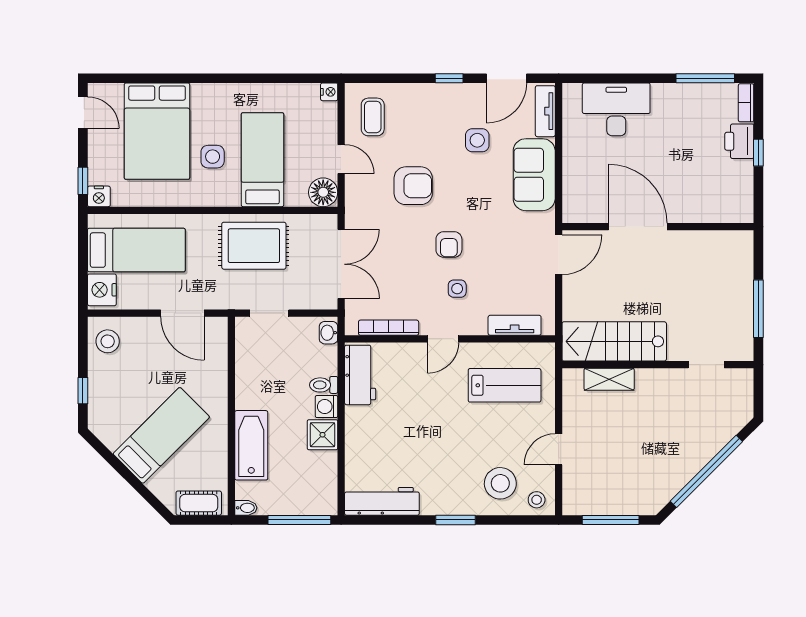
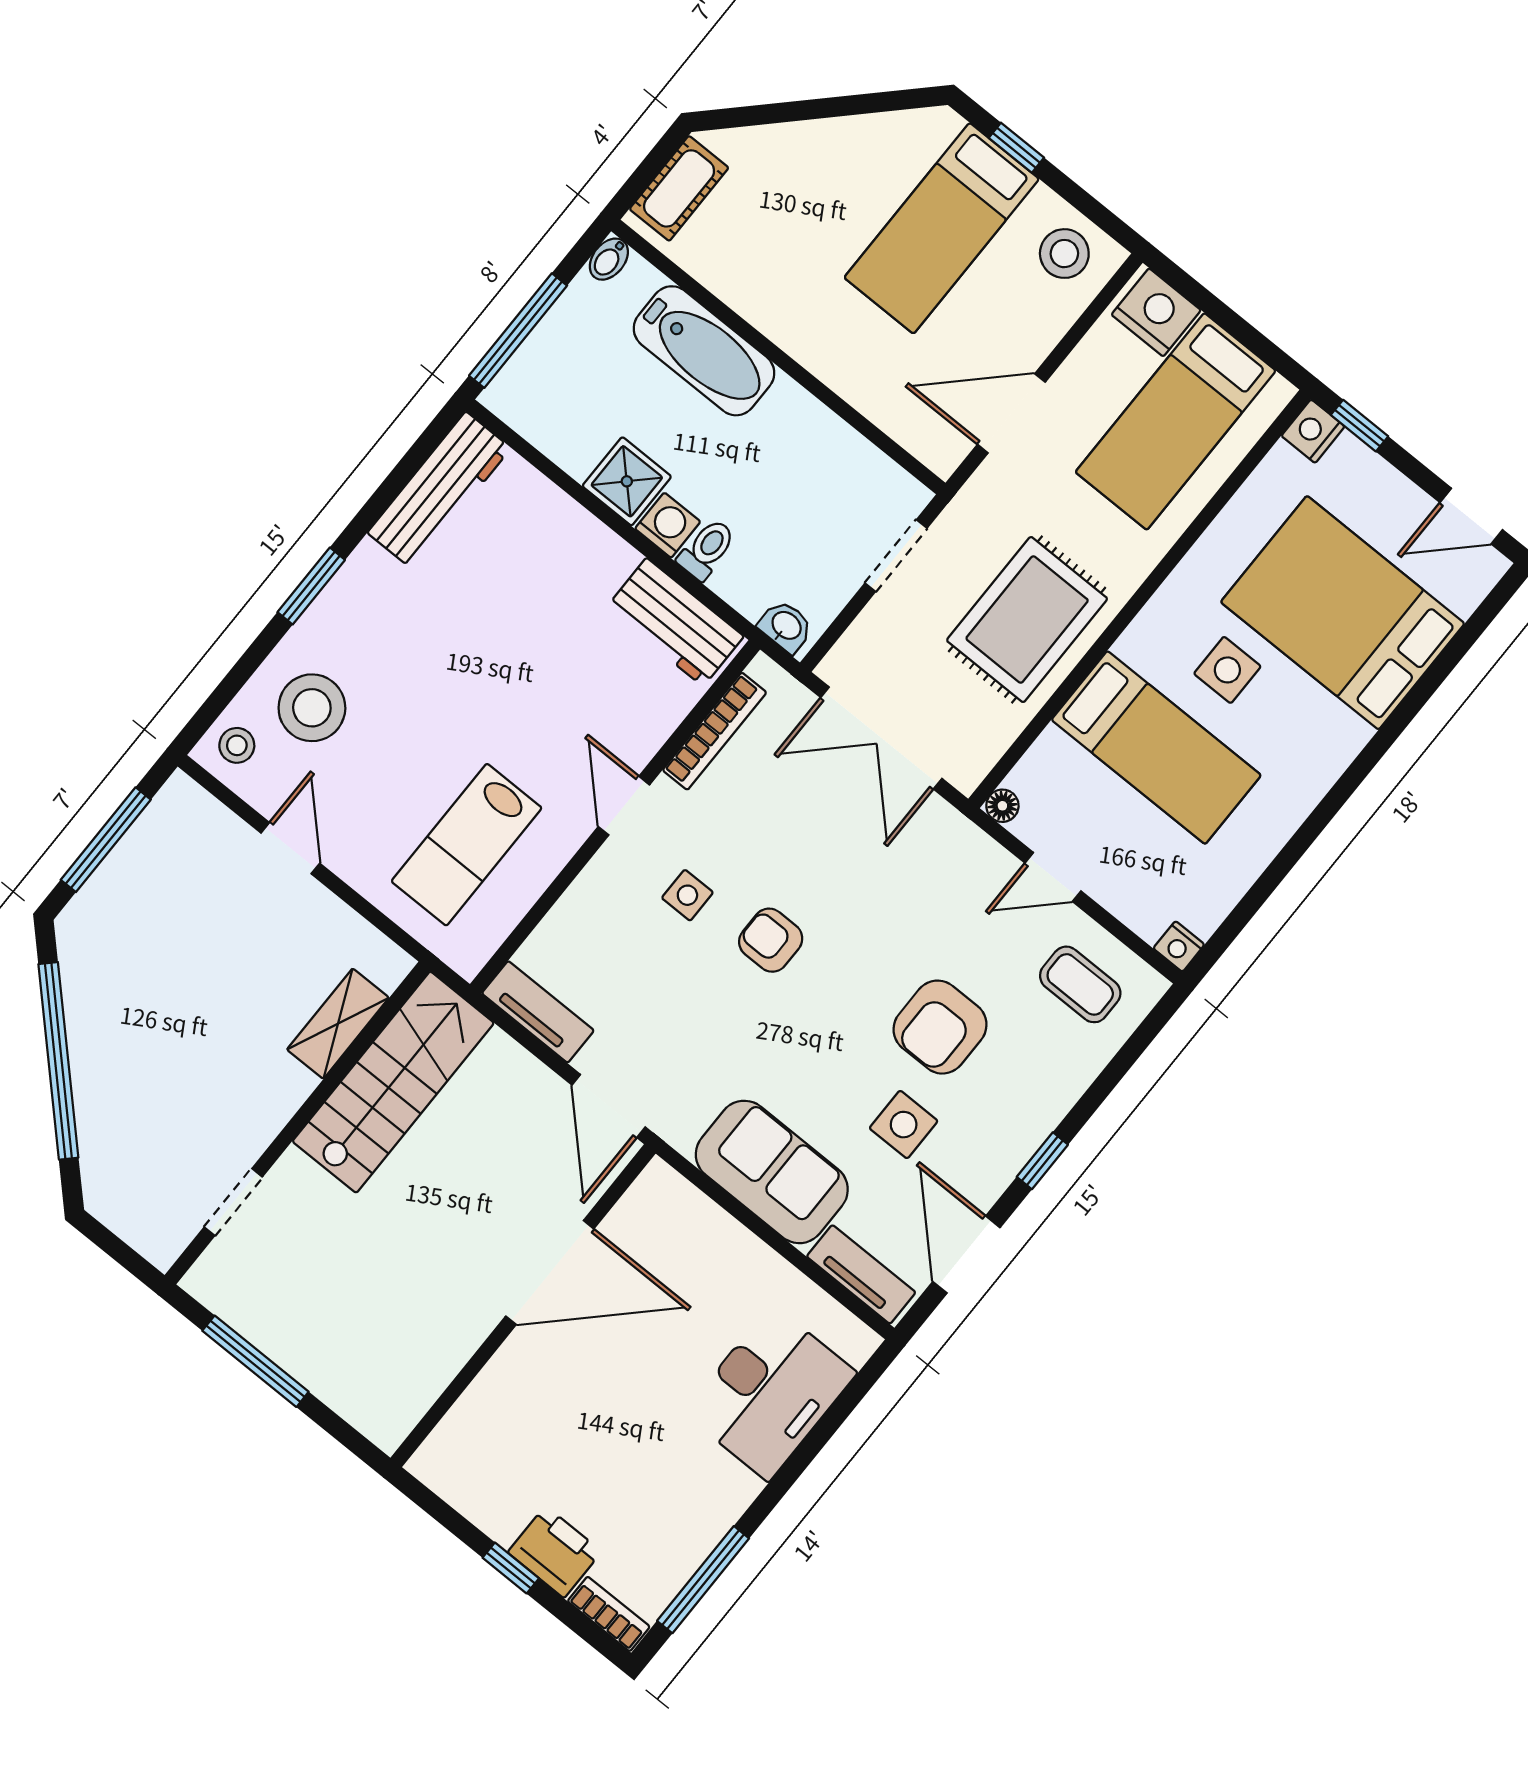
armchair: (413, 186) -> (940, 1027), moved
floor lamp: (323, 192) -> (1002, 806), width x0.53, depth x0.53
tv unit: (515, 325) -> (538, 1012), moved, turned -90
bed: (161, 435) -> (942, 228), moved, turned 45

